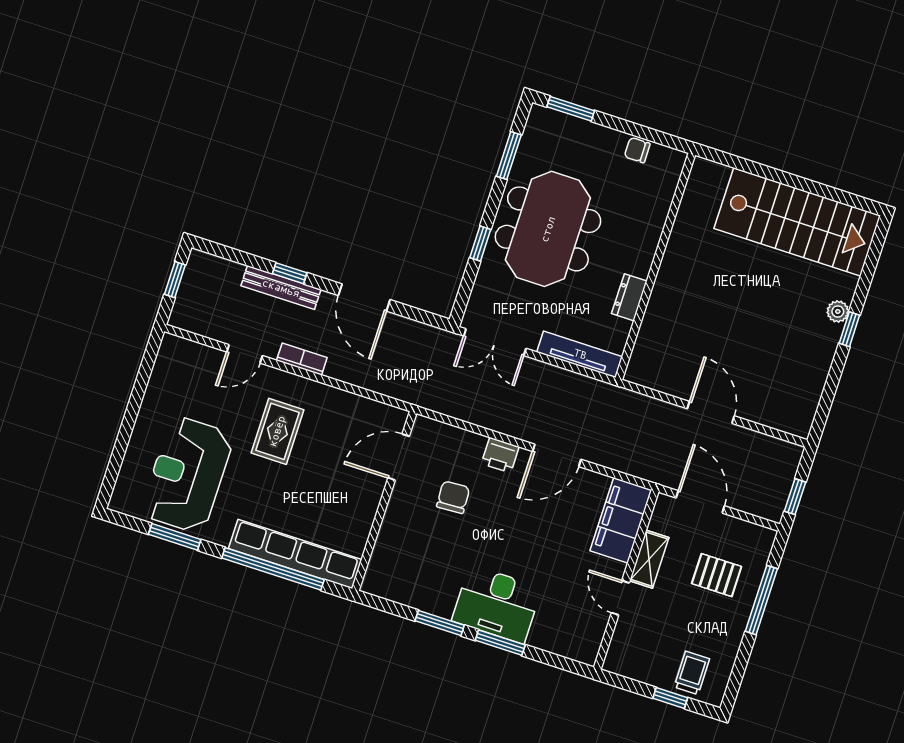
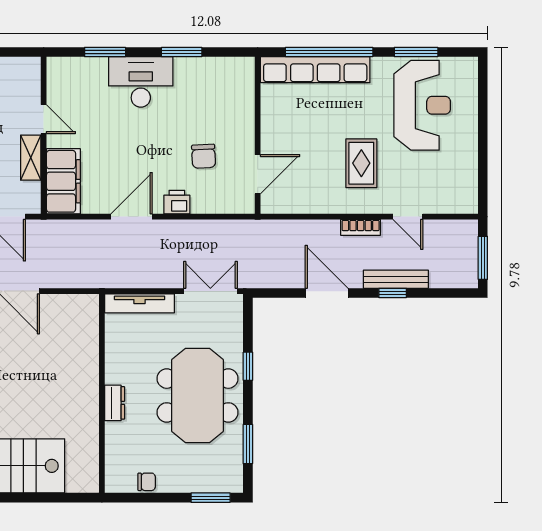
window: (175, 280) -> (483, 258), width x1.50
dresser: (629, 297) -> (115, 403), moved
door: (245, 354) -> (408, 217), swing flipped
window: (500, 643) -> (105, 52), moved

